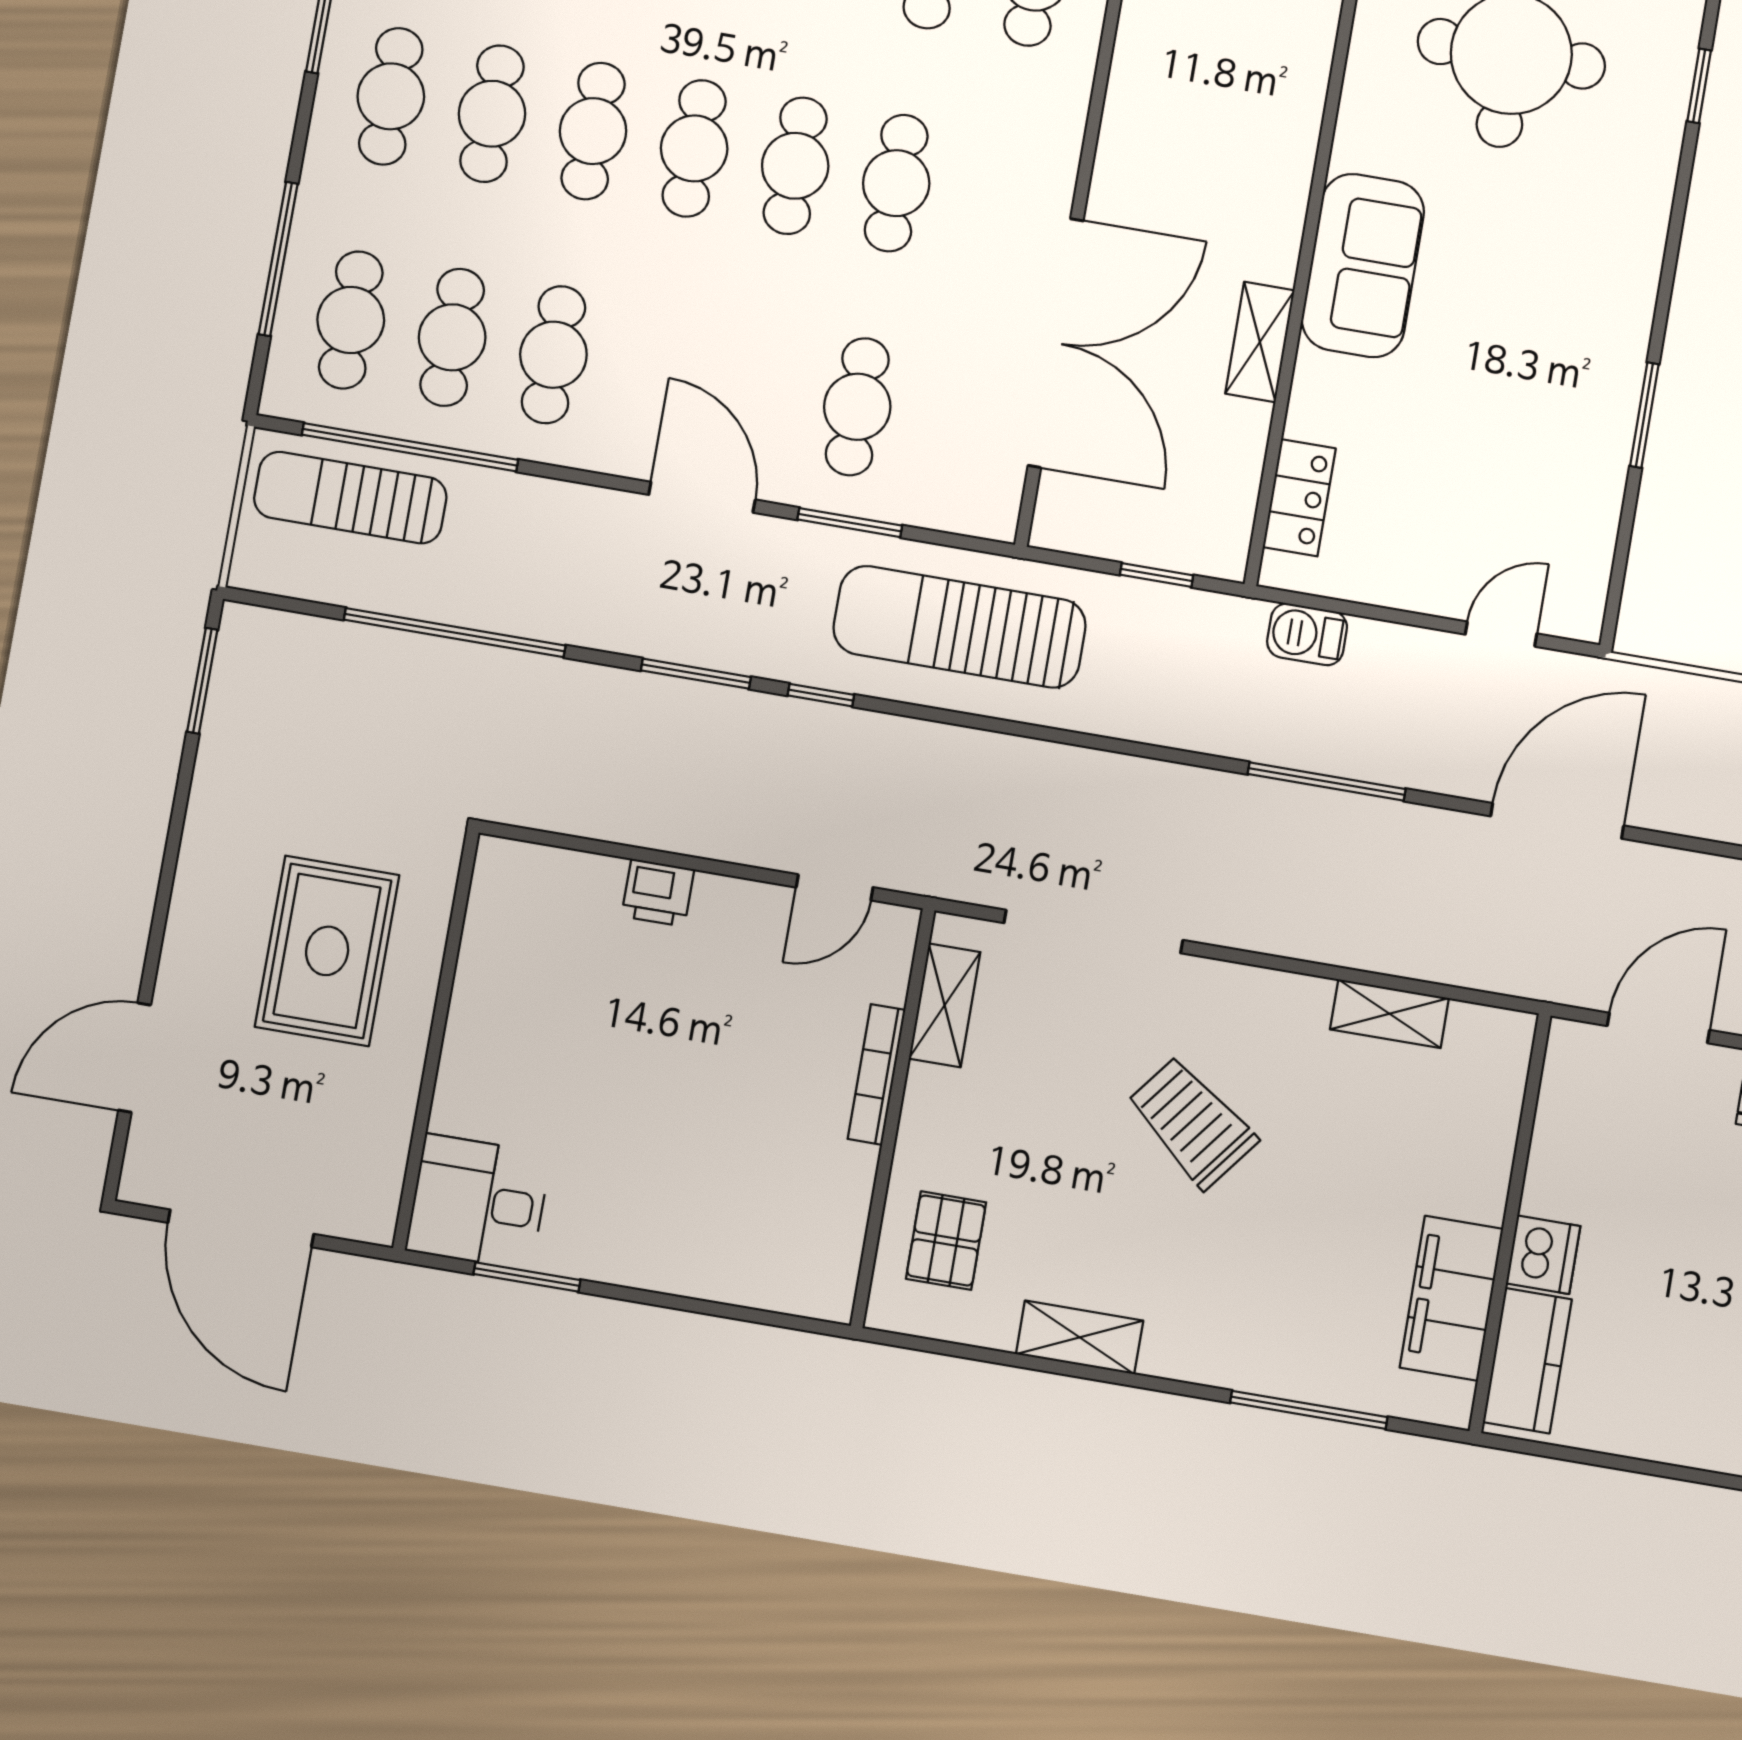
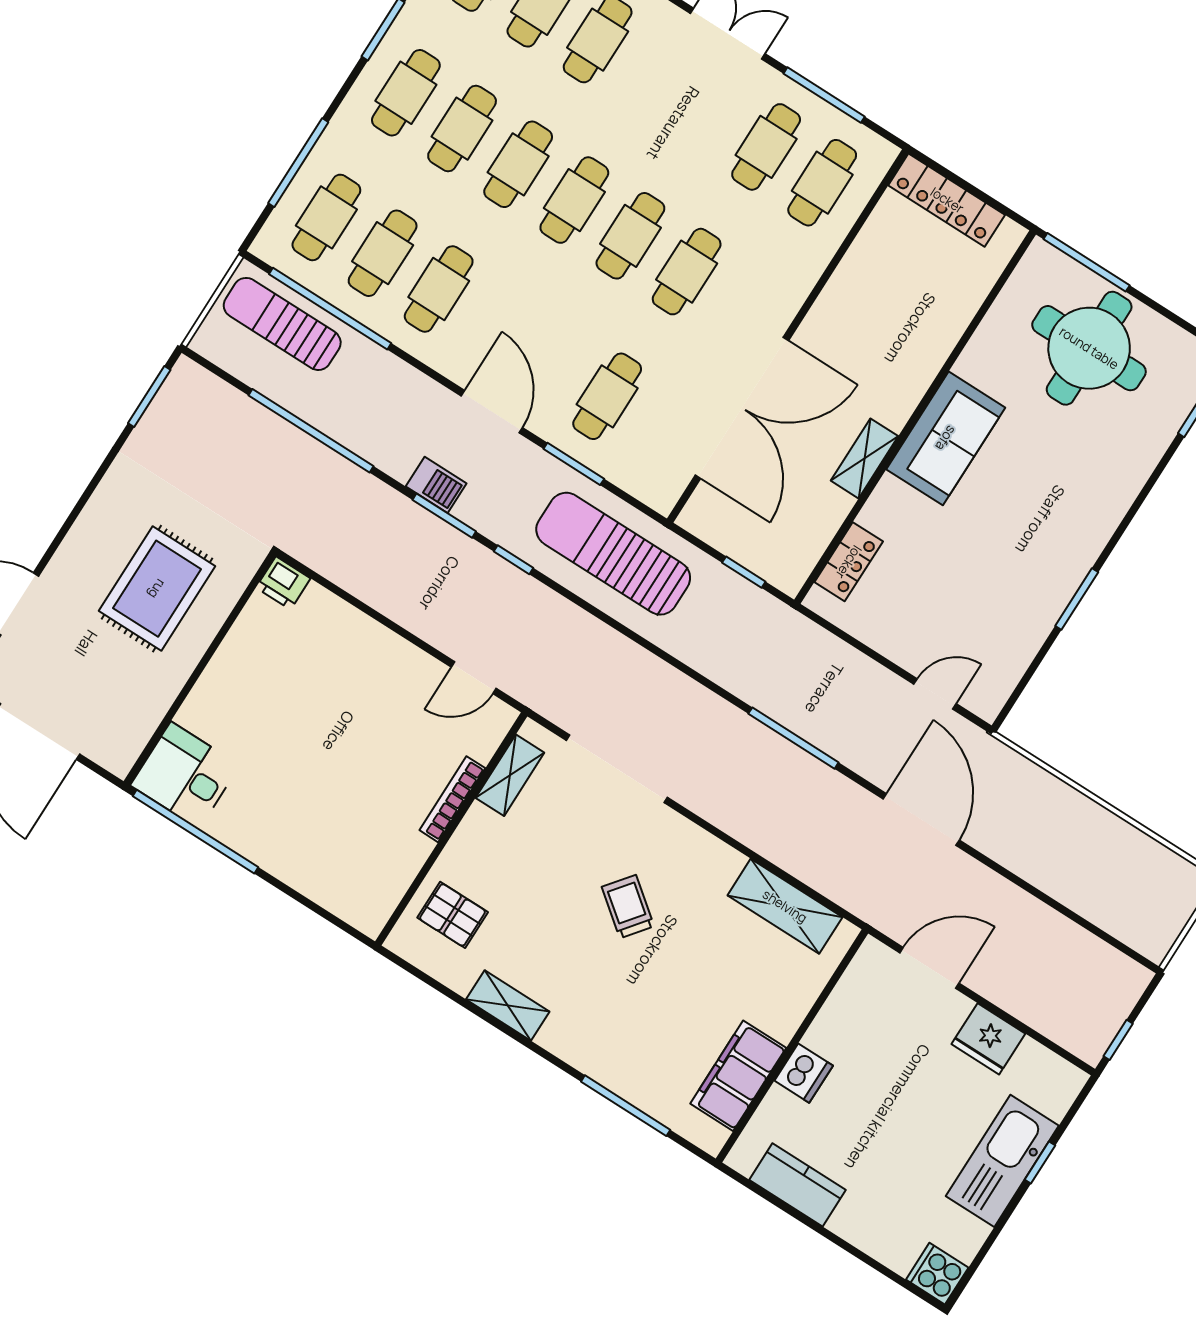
barbecue: (1307, 634) -> (436, 485), moved, turned 180
door: (1557, 821) -> (921, 819), hinge flipped
printer: (658, 893) -> (283, 583), moved
shelving: (1389, 1014) -> (785, 906), width x1.50, depth x1.33
trolley: (1192, 1122) -> (628, 907), width x0.73, depth x0.72
pallet: (946, 1240) -> (453, 915), turned 90
window: (527, 1277) -> (195, 832), width x2.11
kitchen counter: (1527, 1361) -> (797, 1185), moved, turned -90

